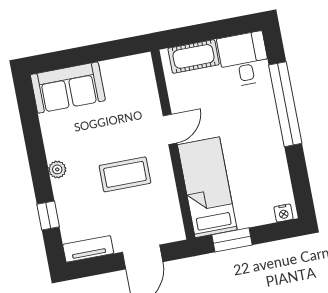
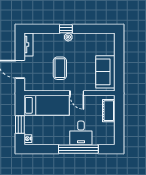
desk: (244, 59) -> (81, 133), moved, turned 90
sofa: (68, 88) -> (105, 72), moved
window: (48, 216) -> (66, 29), moved
window: (232, 240) -> (20, 125), moved

